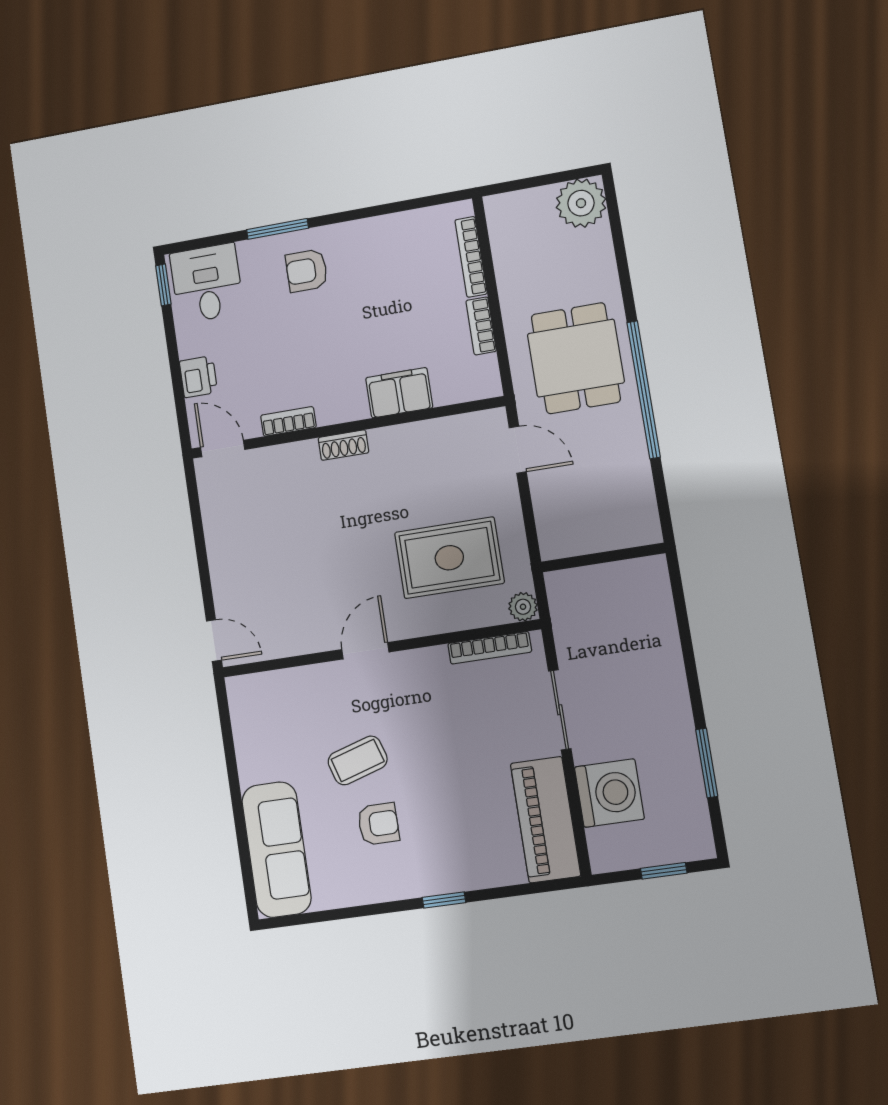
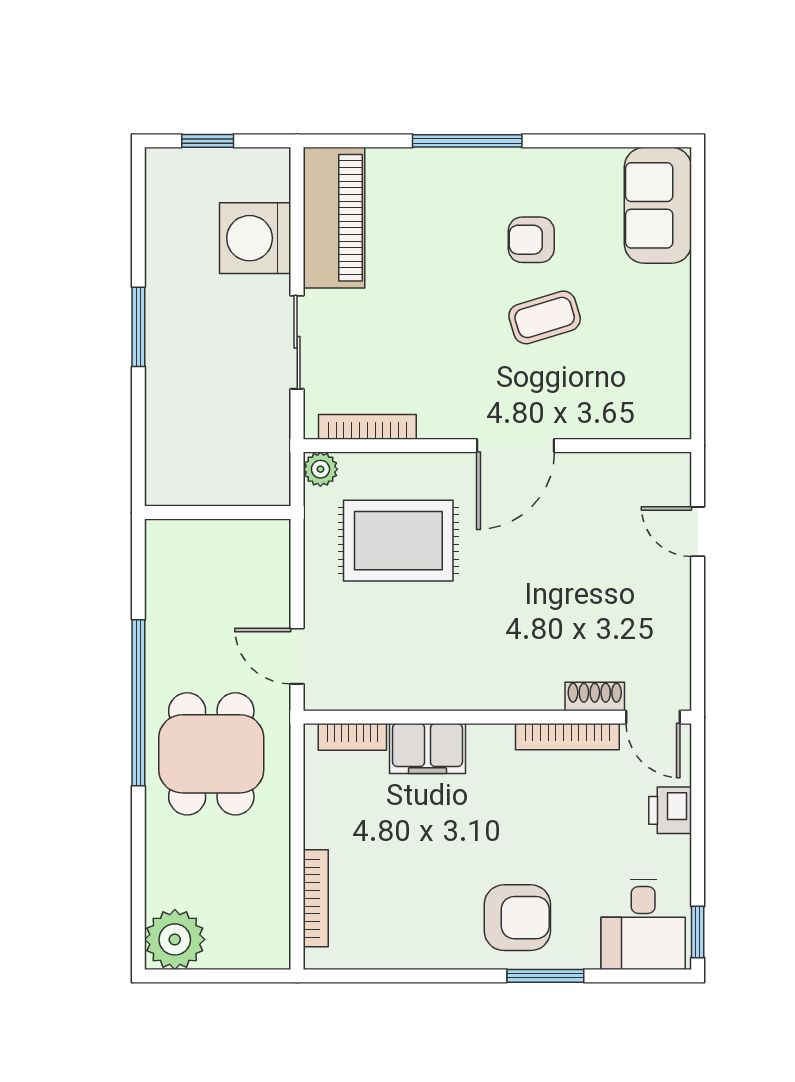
armchair: (307, 271) -> (517, 918), width x1.38, depth x1.38
bookcase: (481, 326) -> (352, 737), moved, turned 90
bookcase: (288, 421) -> (567, 737), width x1.56
shoe rack: (343, 445) -> (595, 696), moved
door: (214, 641) -> (698, 532), moved
door: (365, 651) -> (516, 446), width x1.38
window: (707, 763) -> (138, 327), moved
sofa: (277, 849) -> (658, 205), width x0.73
window: (444, 900) -> (467, 141), width x2.17

